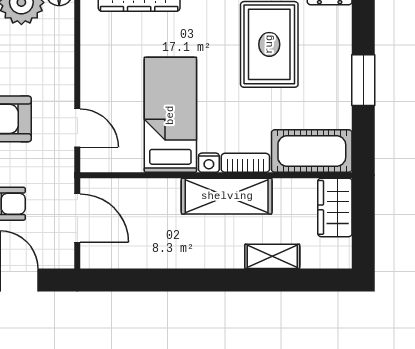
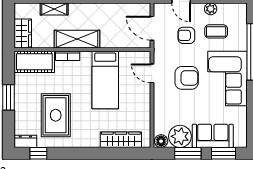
nightstand: (209, 163) -> (86, 56), removed

